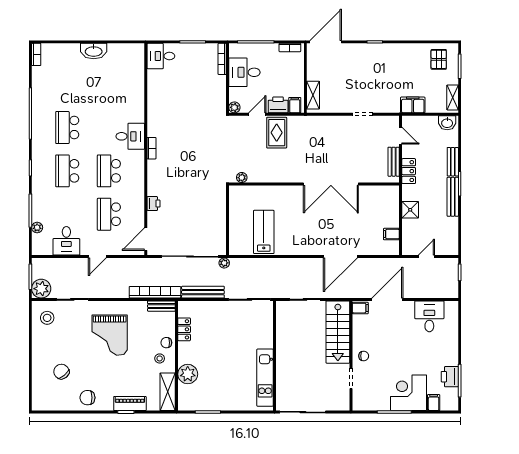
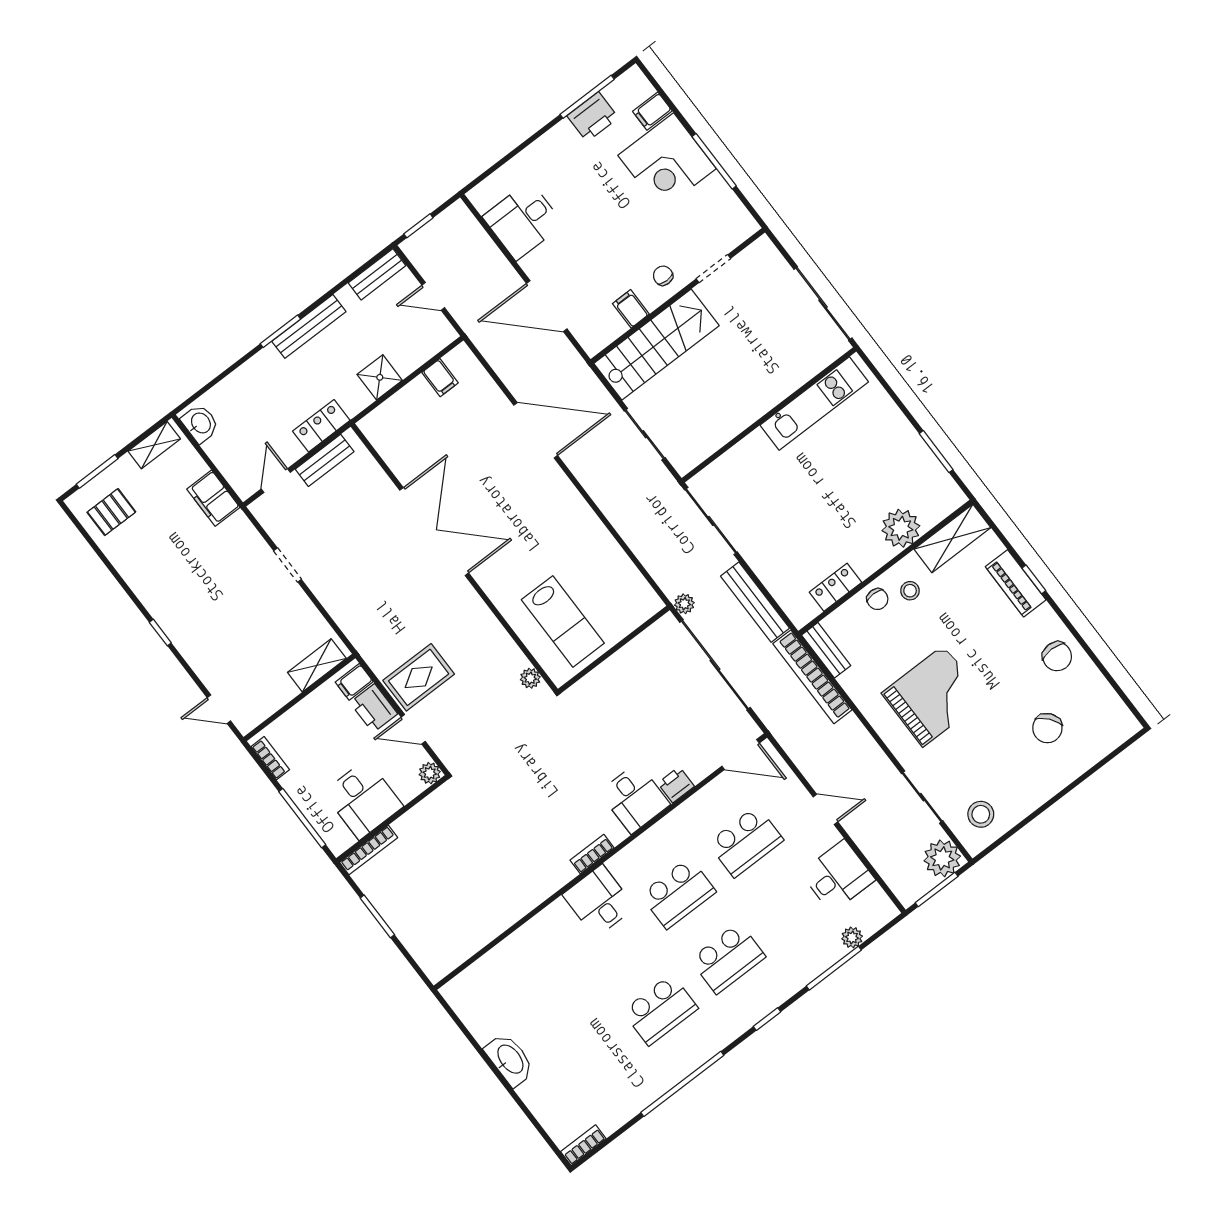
door: (326, 42) -> (219, 709), width x0.53
desk: (161, 56) -> (635, 798), moved
bench: (453, 162) -> (377, 274), moved
lab bench: (264, 232) -> (563, 621), moved, turned -90
filing cabinet: (360, 308) -> (631, 309), moved

